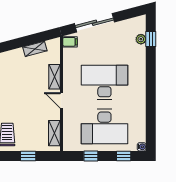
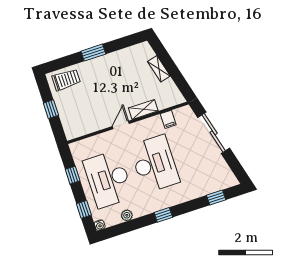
plant: (141, 39) -> (127, 215), moved
filing cabinet: (70, 42) -> (168, 119), moved
shelving: (35, 49) -> (159, 69), moved
window: (151, 89) -> (163, 215), added
shelving: (54, 133) -> (84, 129), removed

